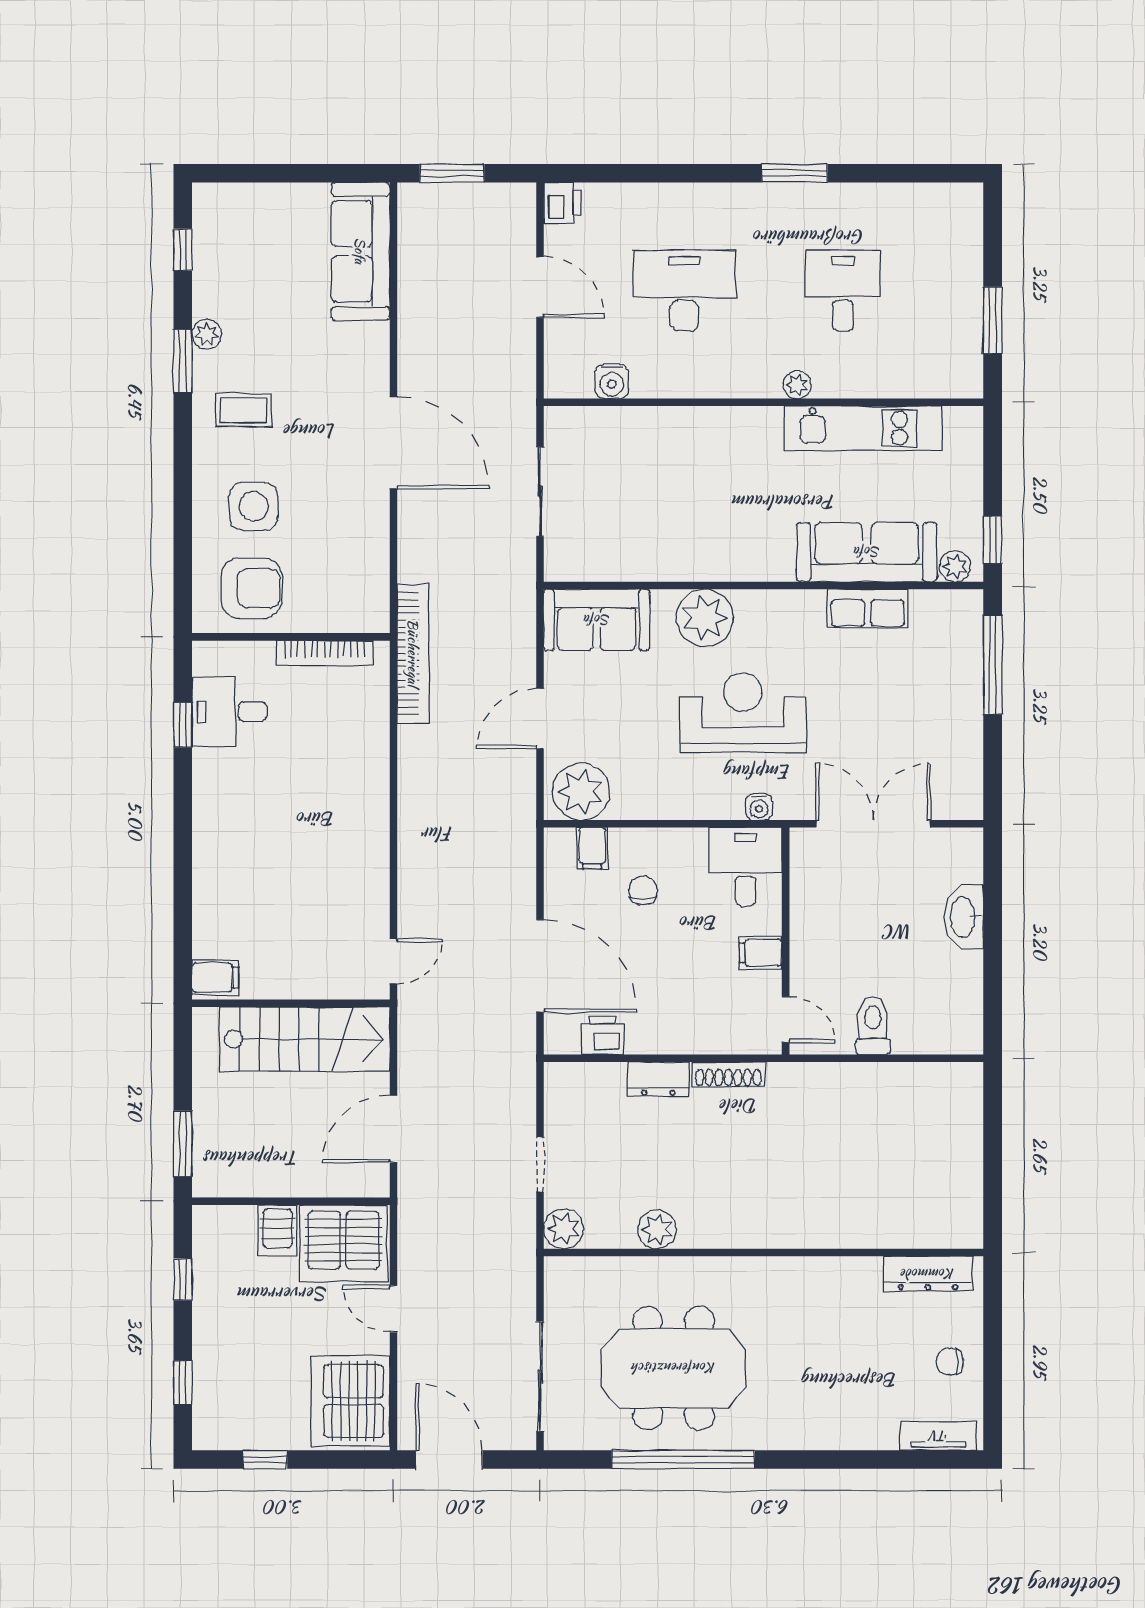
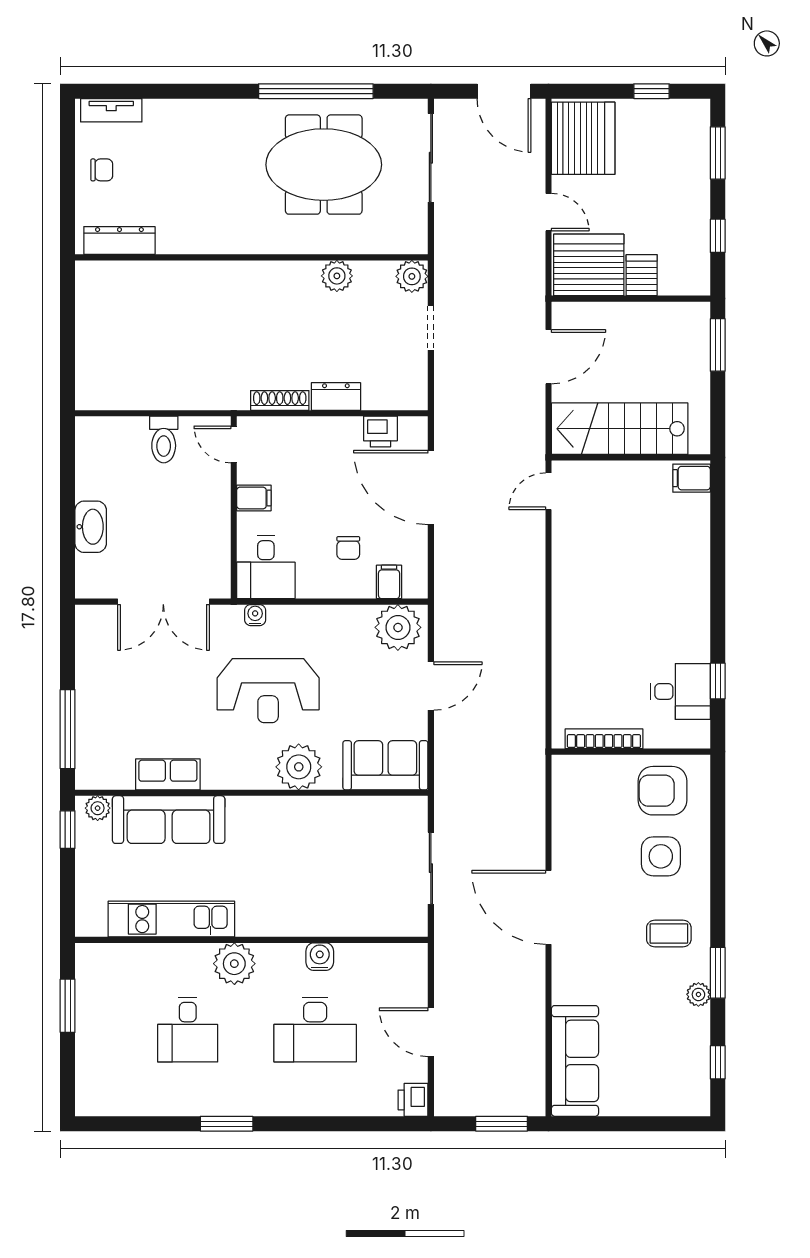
water cooler: (612, 381) -> (320, 957), moved
plant: (797, 385) -> (234, 964), width x1.87, depth x1.87
bookcase: (413, 653) -> (533, 738), removed
window: (183, 1383) -> (718, 153), width x1.50

